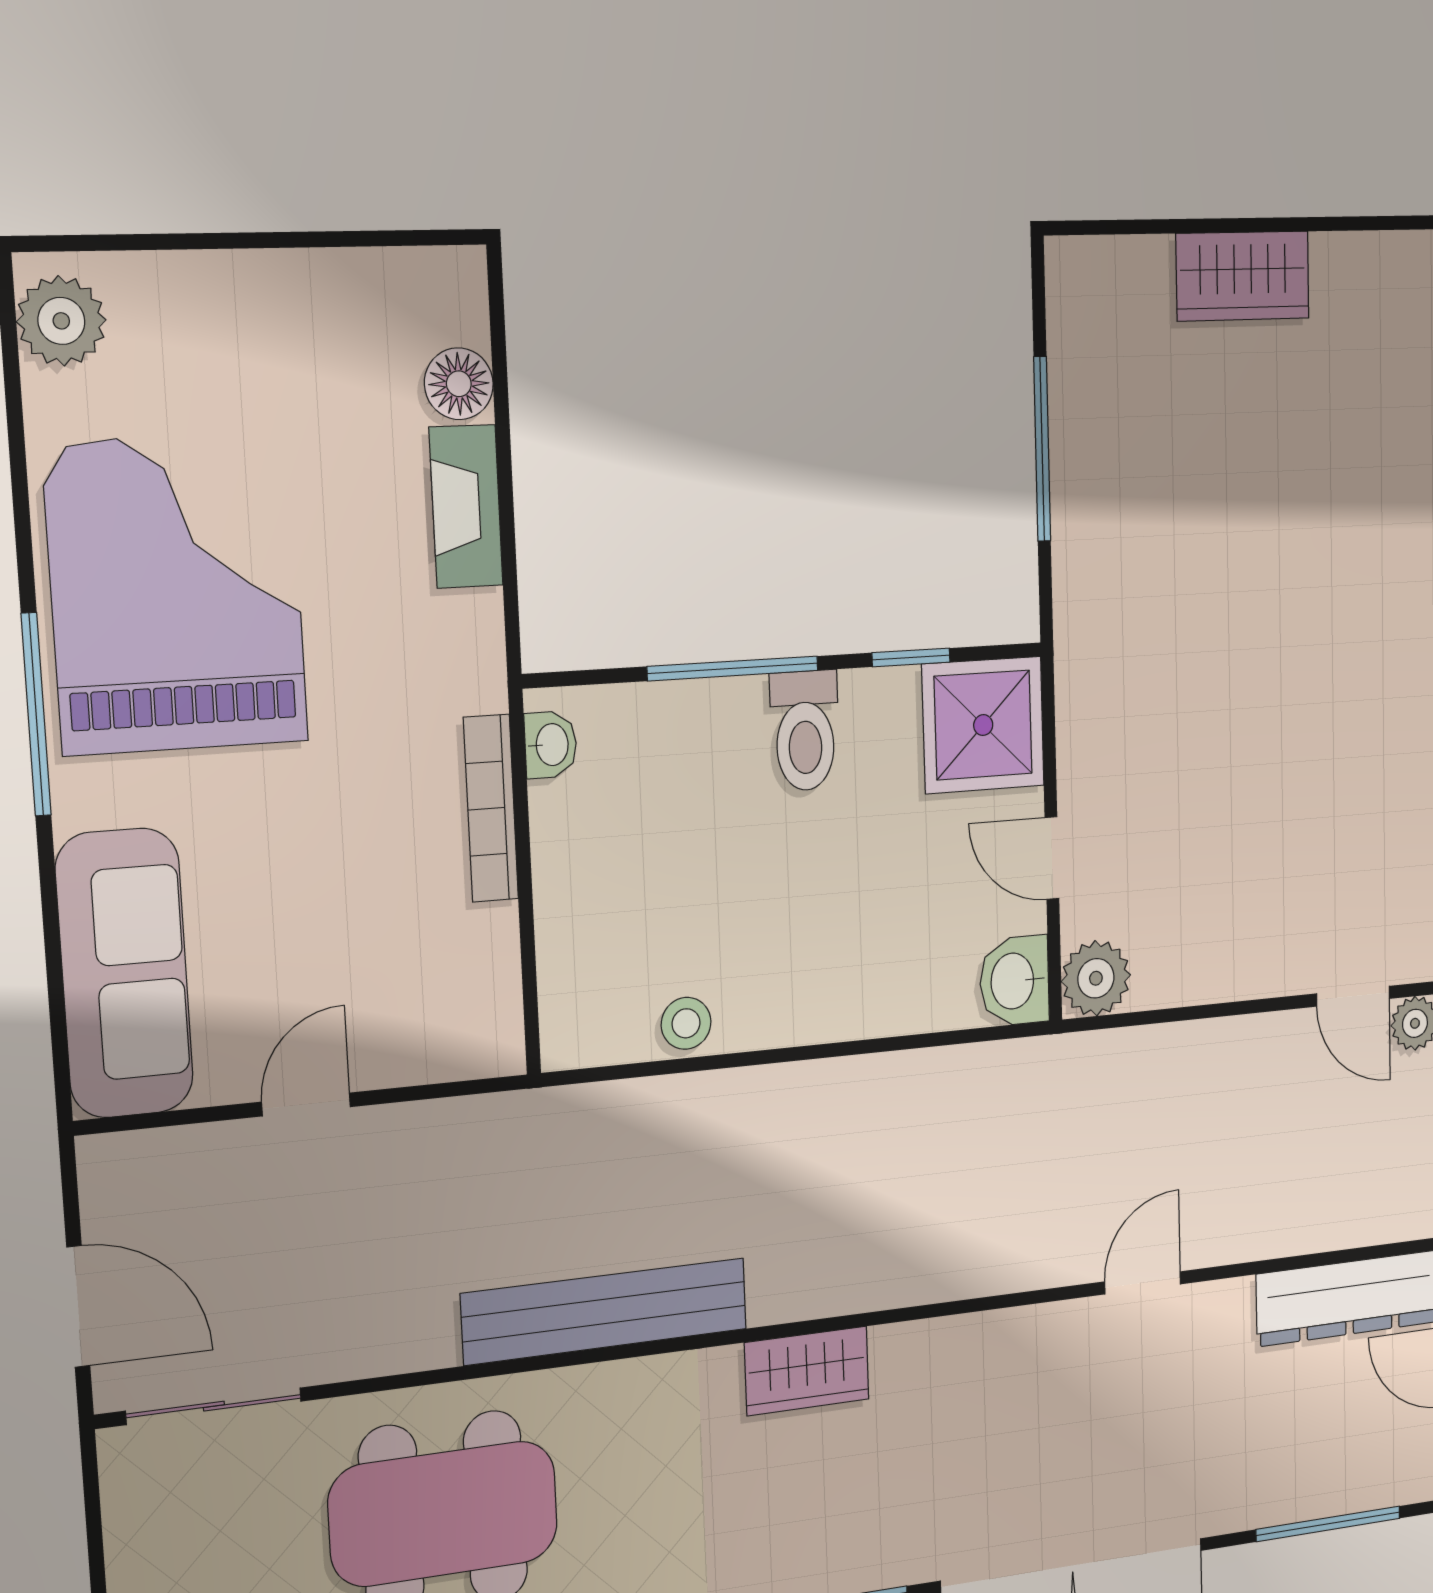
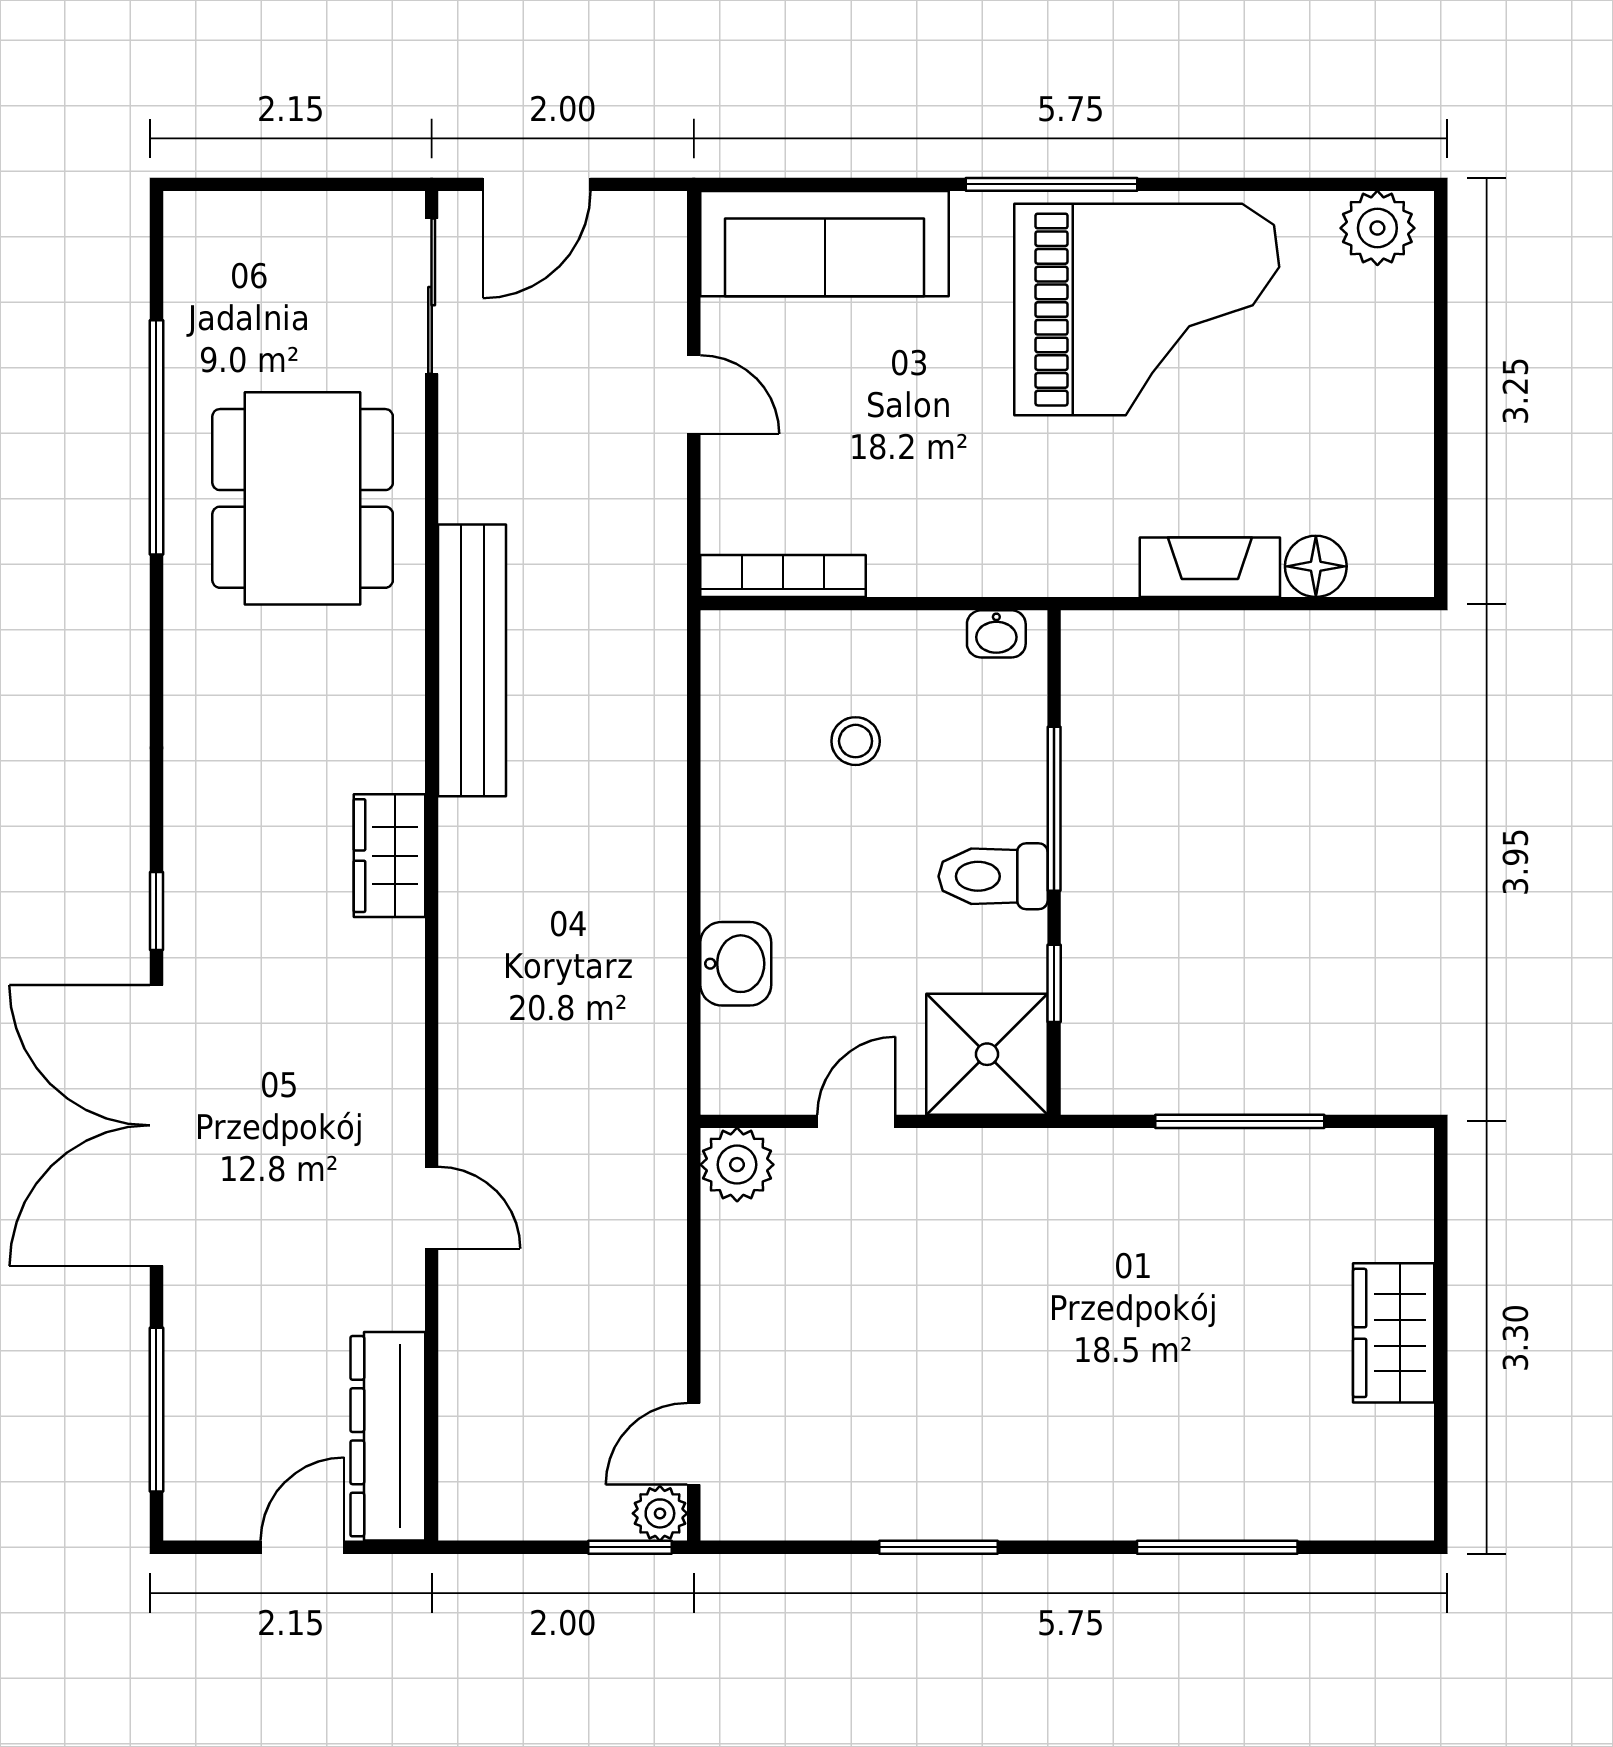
bookcase: (491, 808) -> (783, 576), moved
washbasin: (1014, 981) -> (736, 964), moved, turned 90
stool: (686, 1023) -> (856, 741), moved

